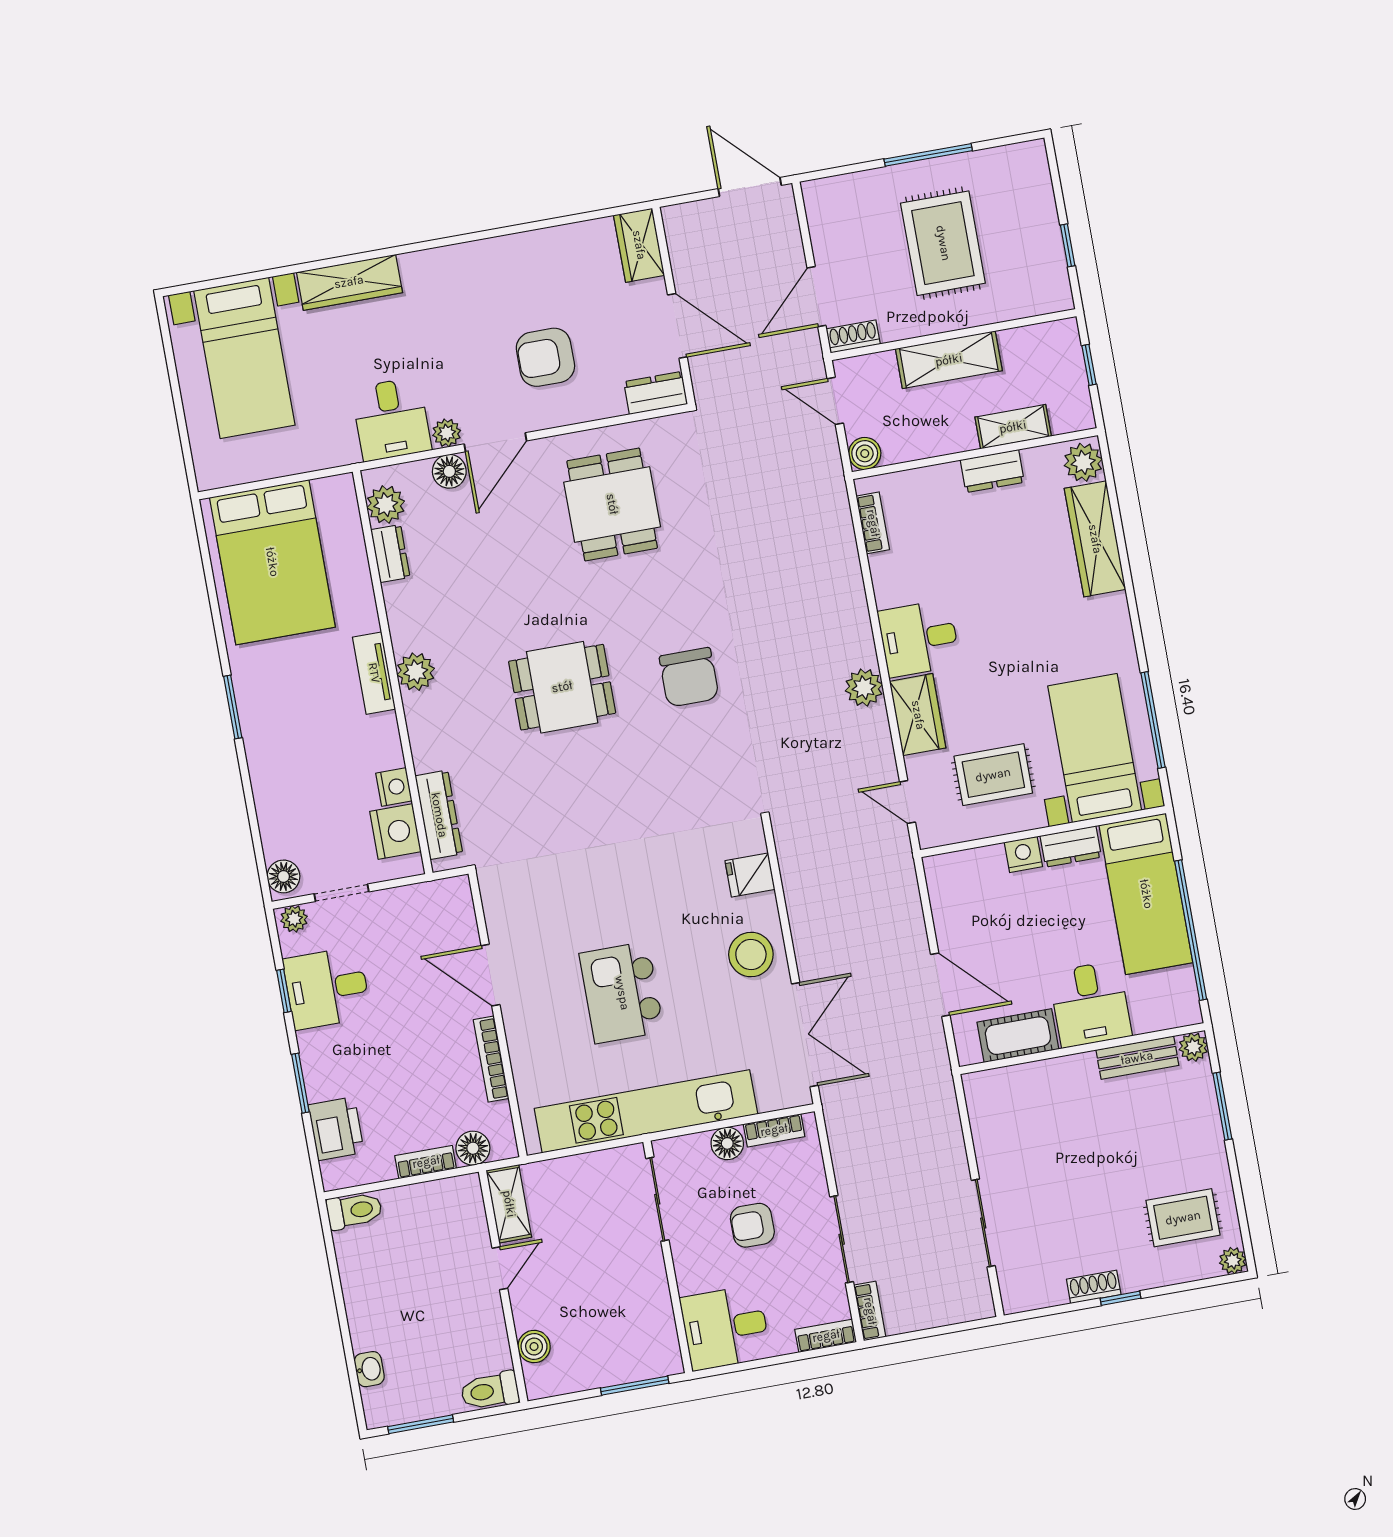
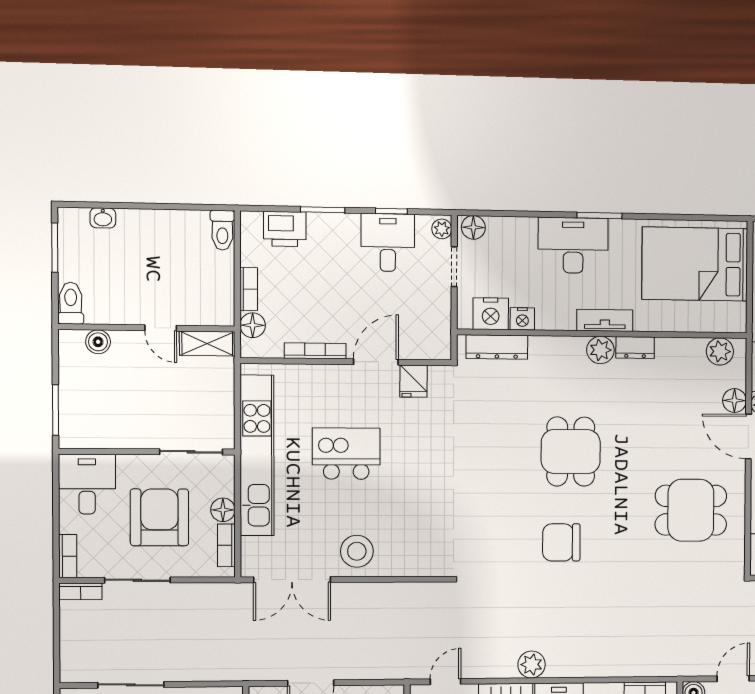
dresser: (390, 554) -> (635, 348), moved
desk: (280, 736) -> (573, 245), added
fridge: (750, 875) -> (414, 381), moved, turned 180
armchair: (752, 1225) -> (159, 517), width x1.88, depth x1.88

